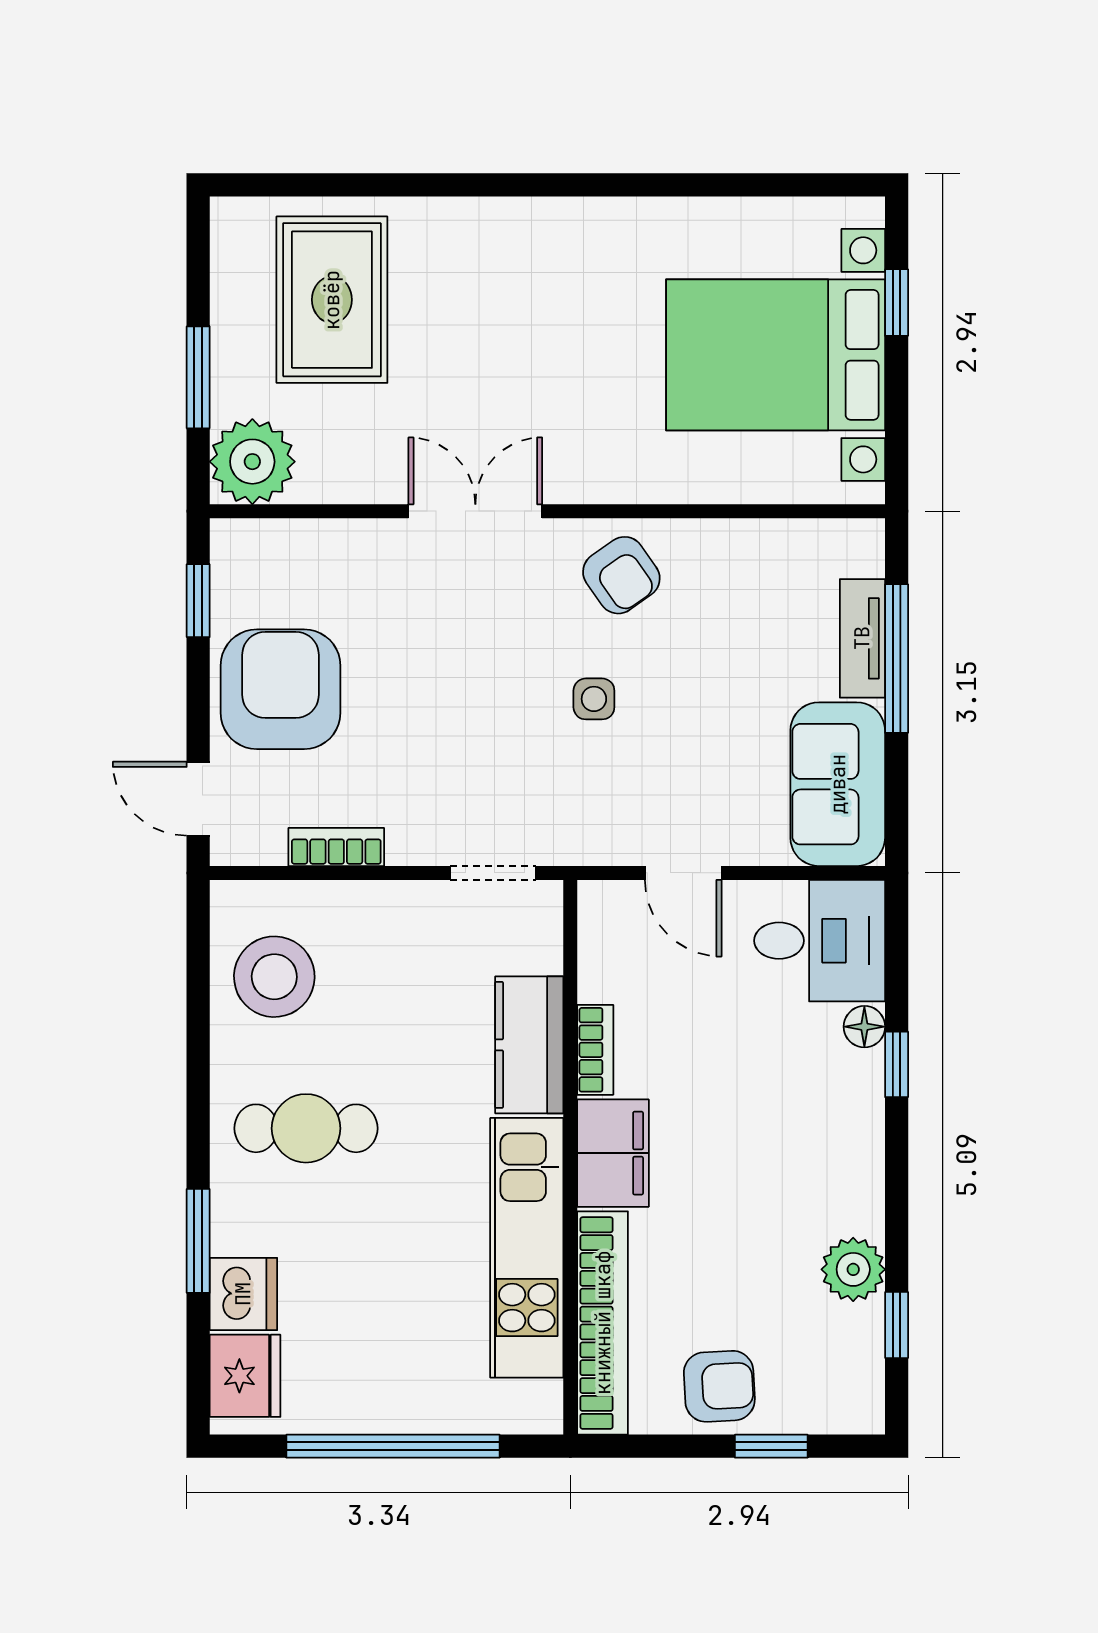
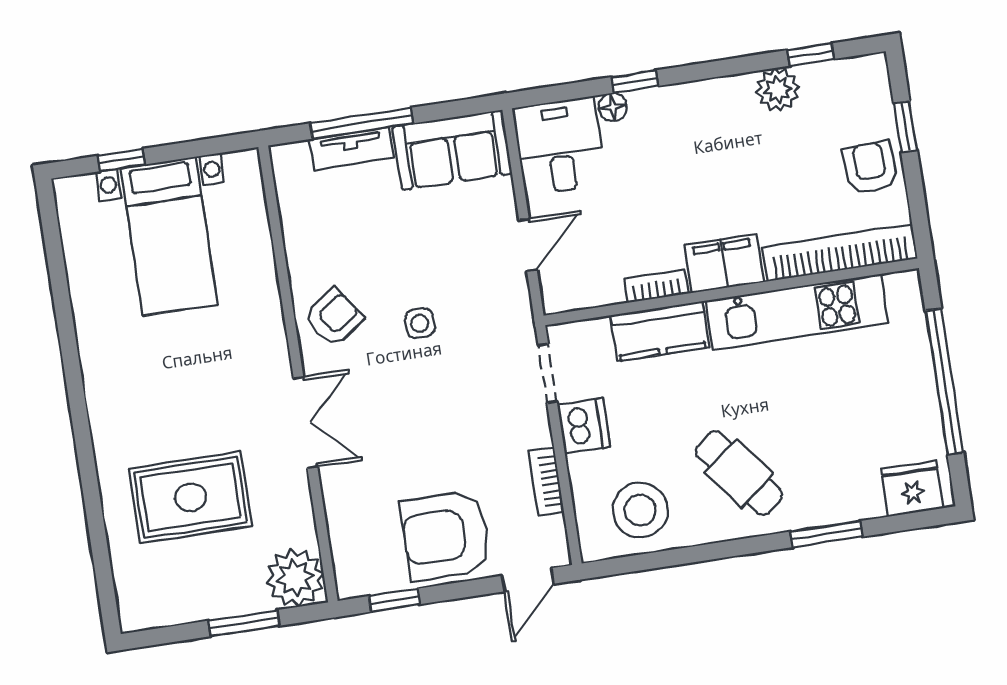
rug: (332, 300) -> (191, 497), moved
bed with nightstands: (776, 355) -> (169, 236), width x0.73
double door: (475, 511) -> (305, 423), swing flipped
cafe table: (306, 1128) -> (739, 473), turned -38
dishwasher: (243, 1294) -> (584, 426), moved, turned 90

